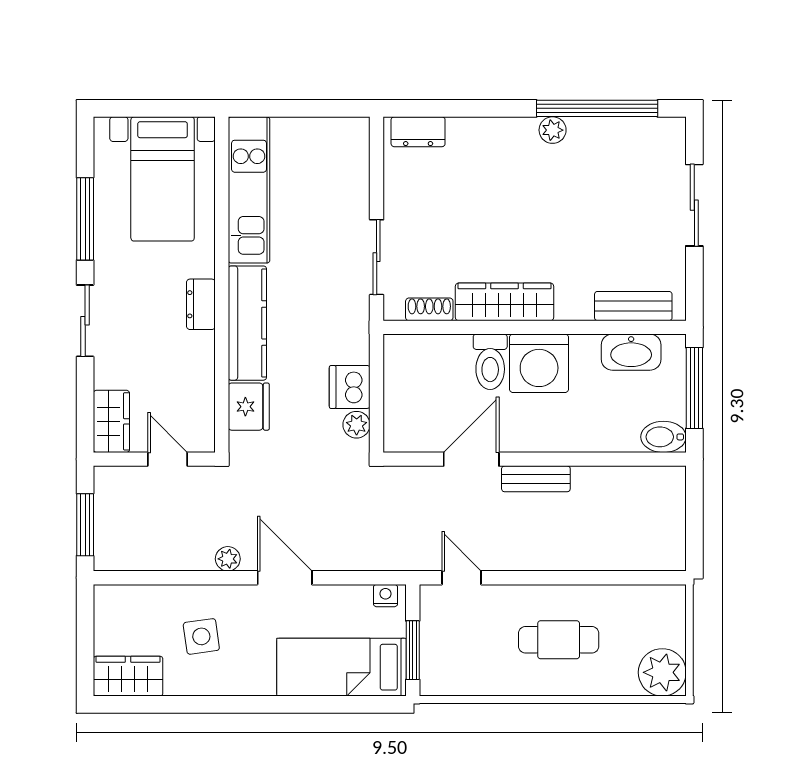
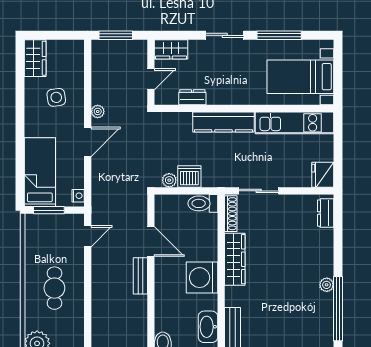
dresser: (201, 304) -> (192, 97), moved
shoe rack: (429, 309) -> (231, 214), width x1.43
toilet: (490, 362) -> (203, 203), moved
fridge: (249, 407) -> (323, 175), moved, turned 90

